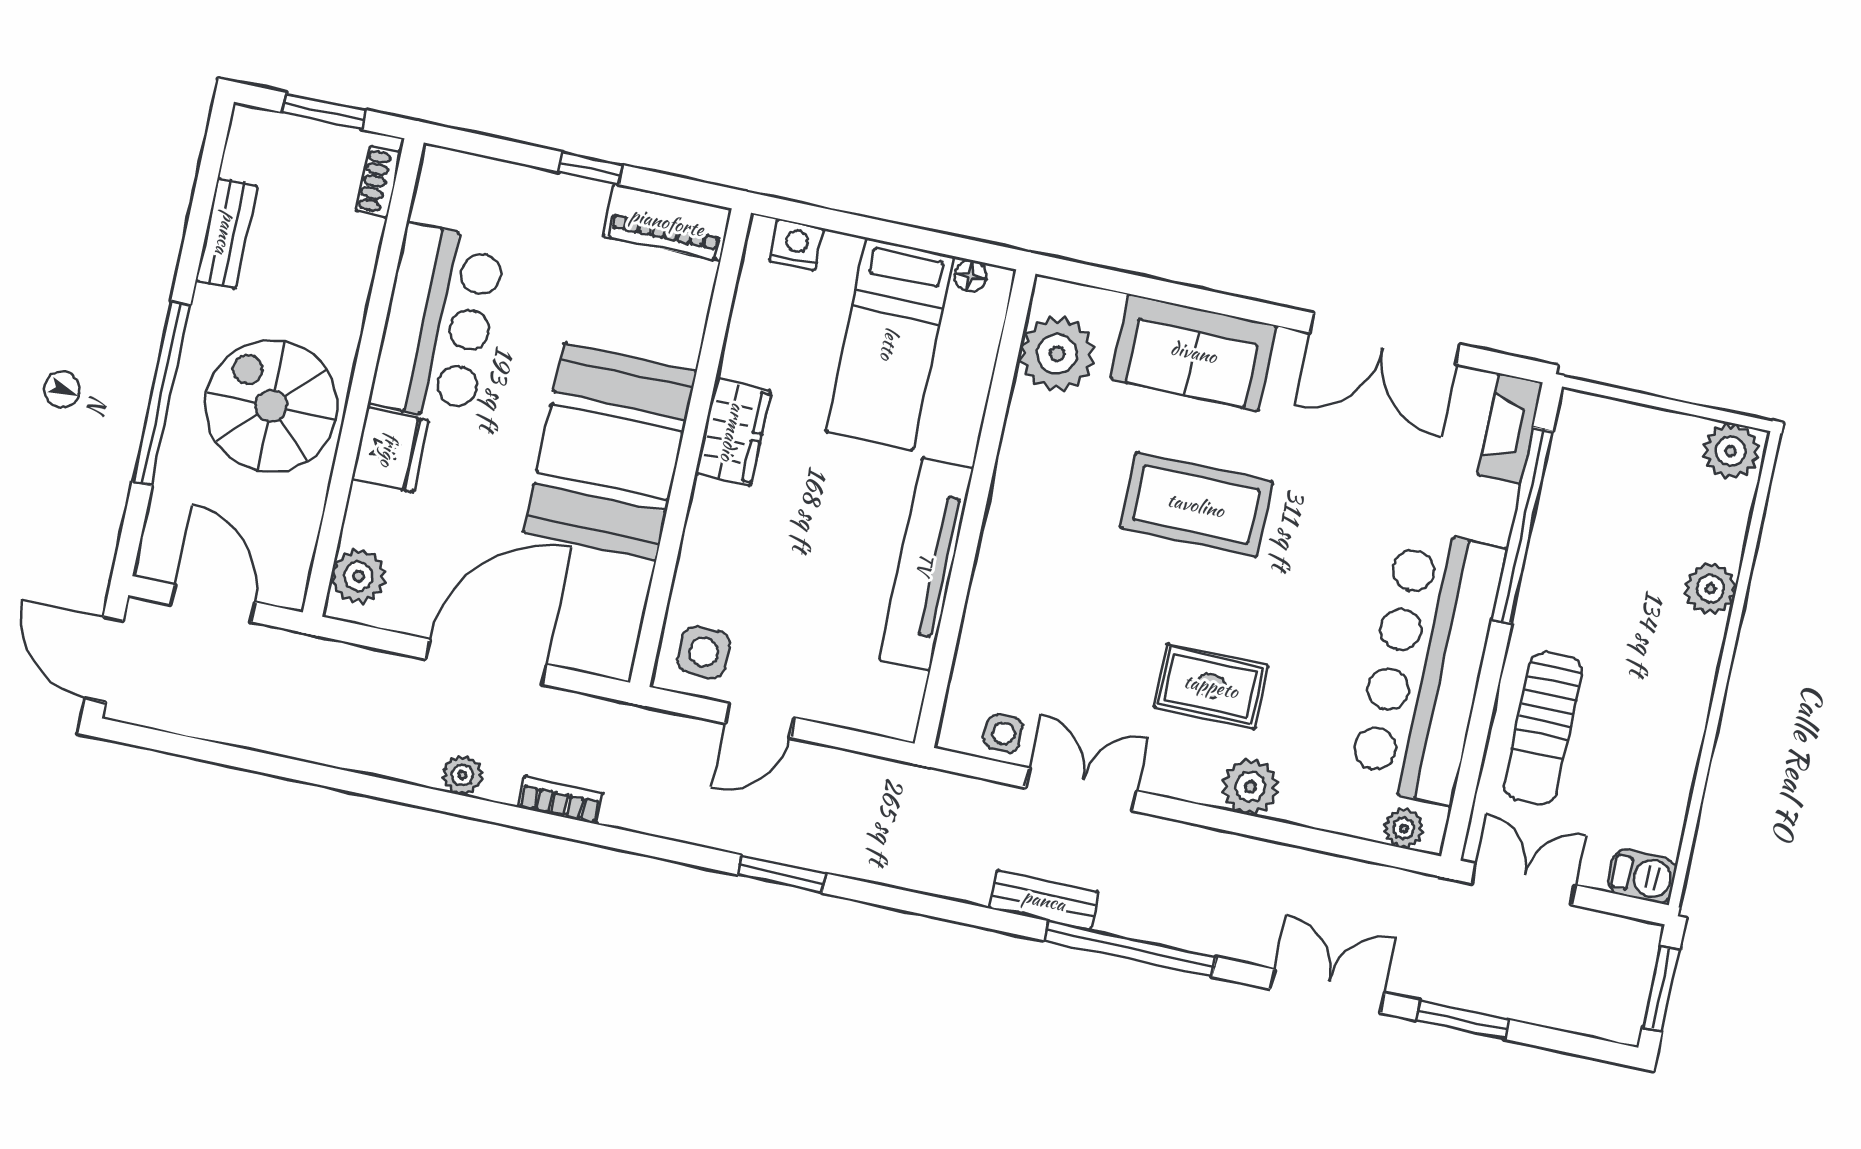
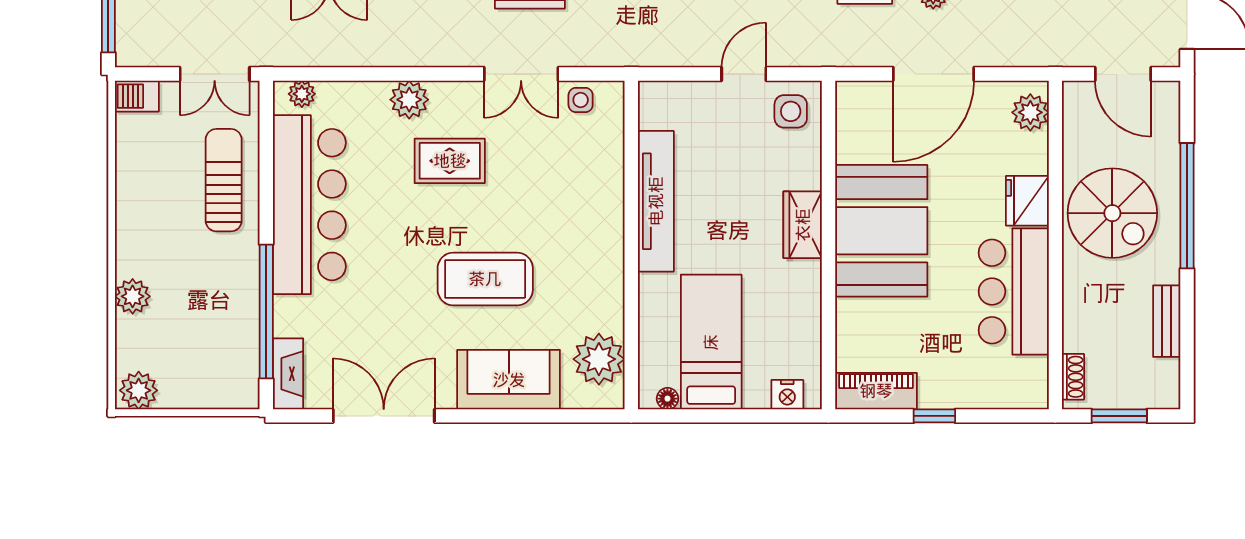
wardrobe: (733, 432) -> (803, 225), moved

